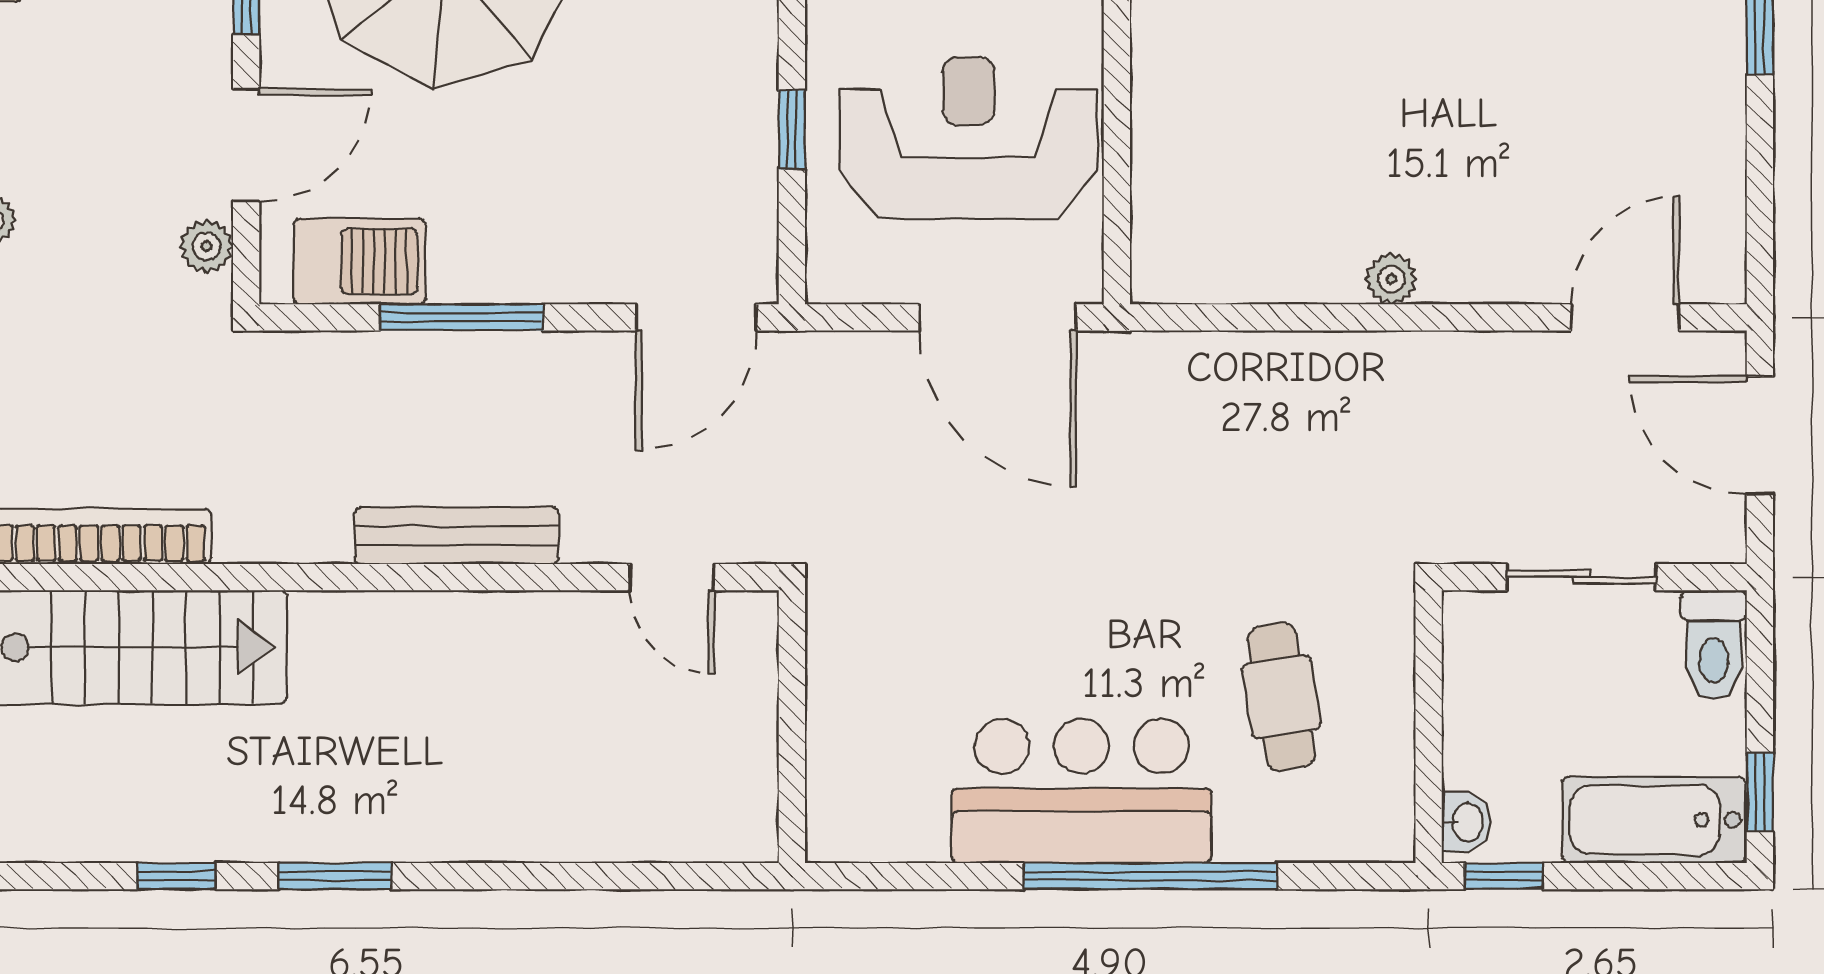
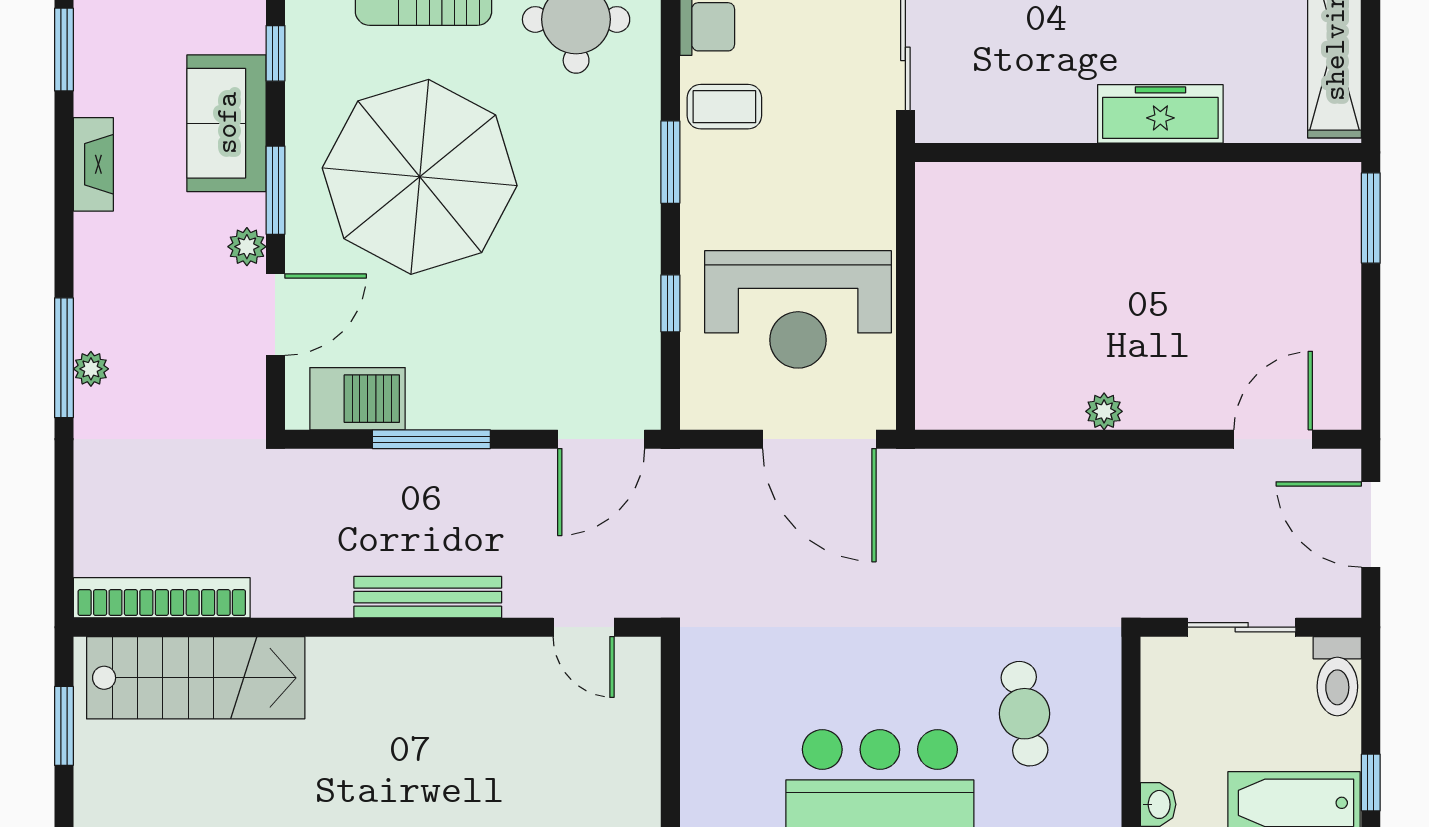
reception desk: (968, 138) -> (798, 309), turned 180
plant: (207, 246) -> (247, 247), moved

